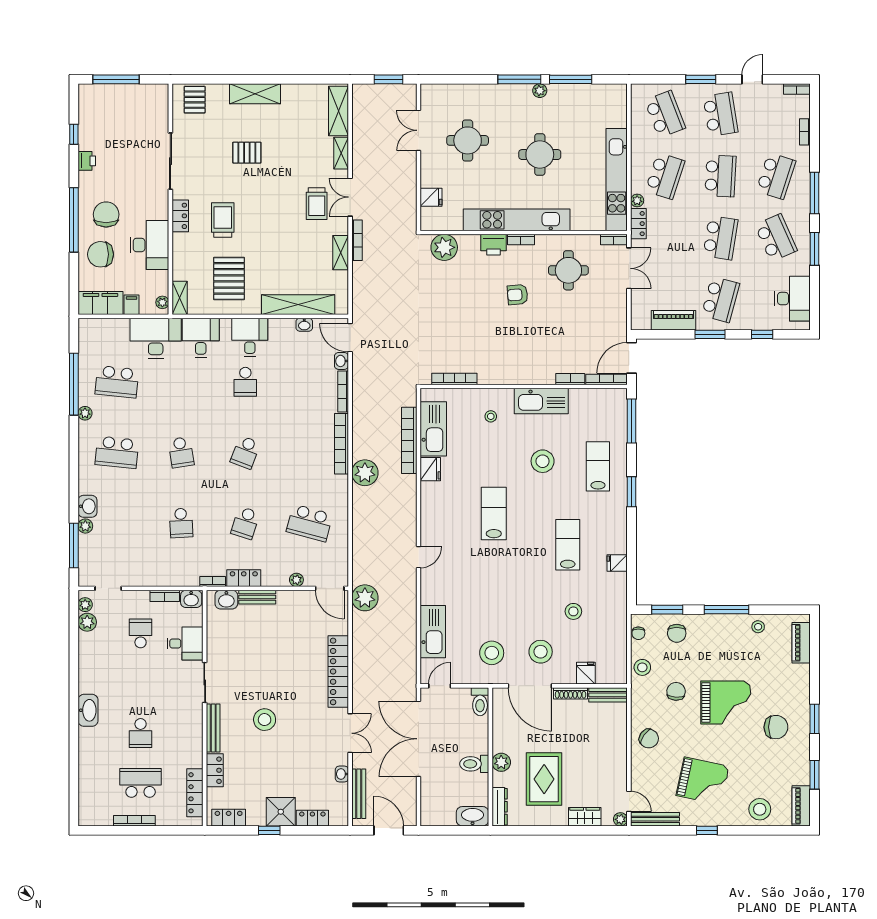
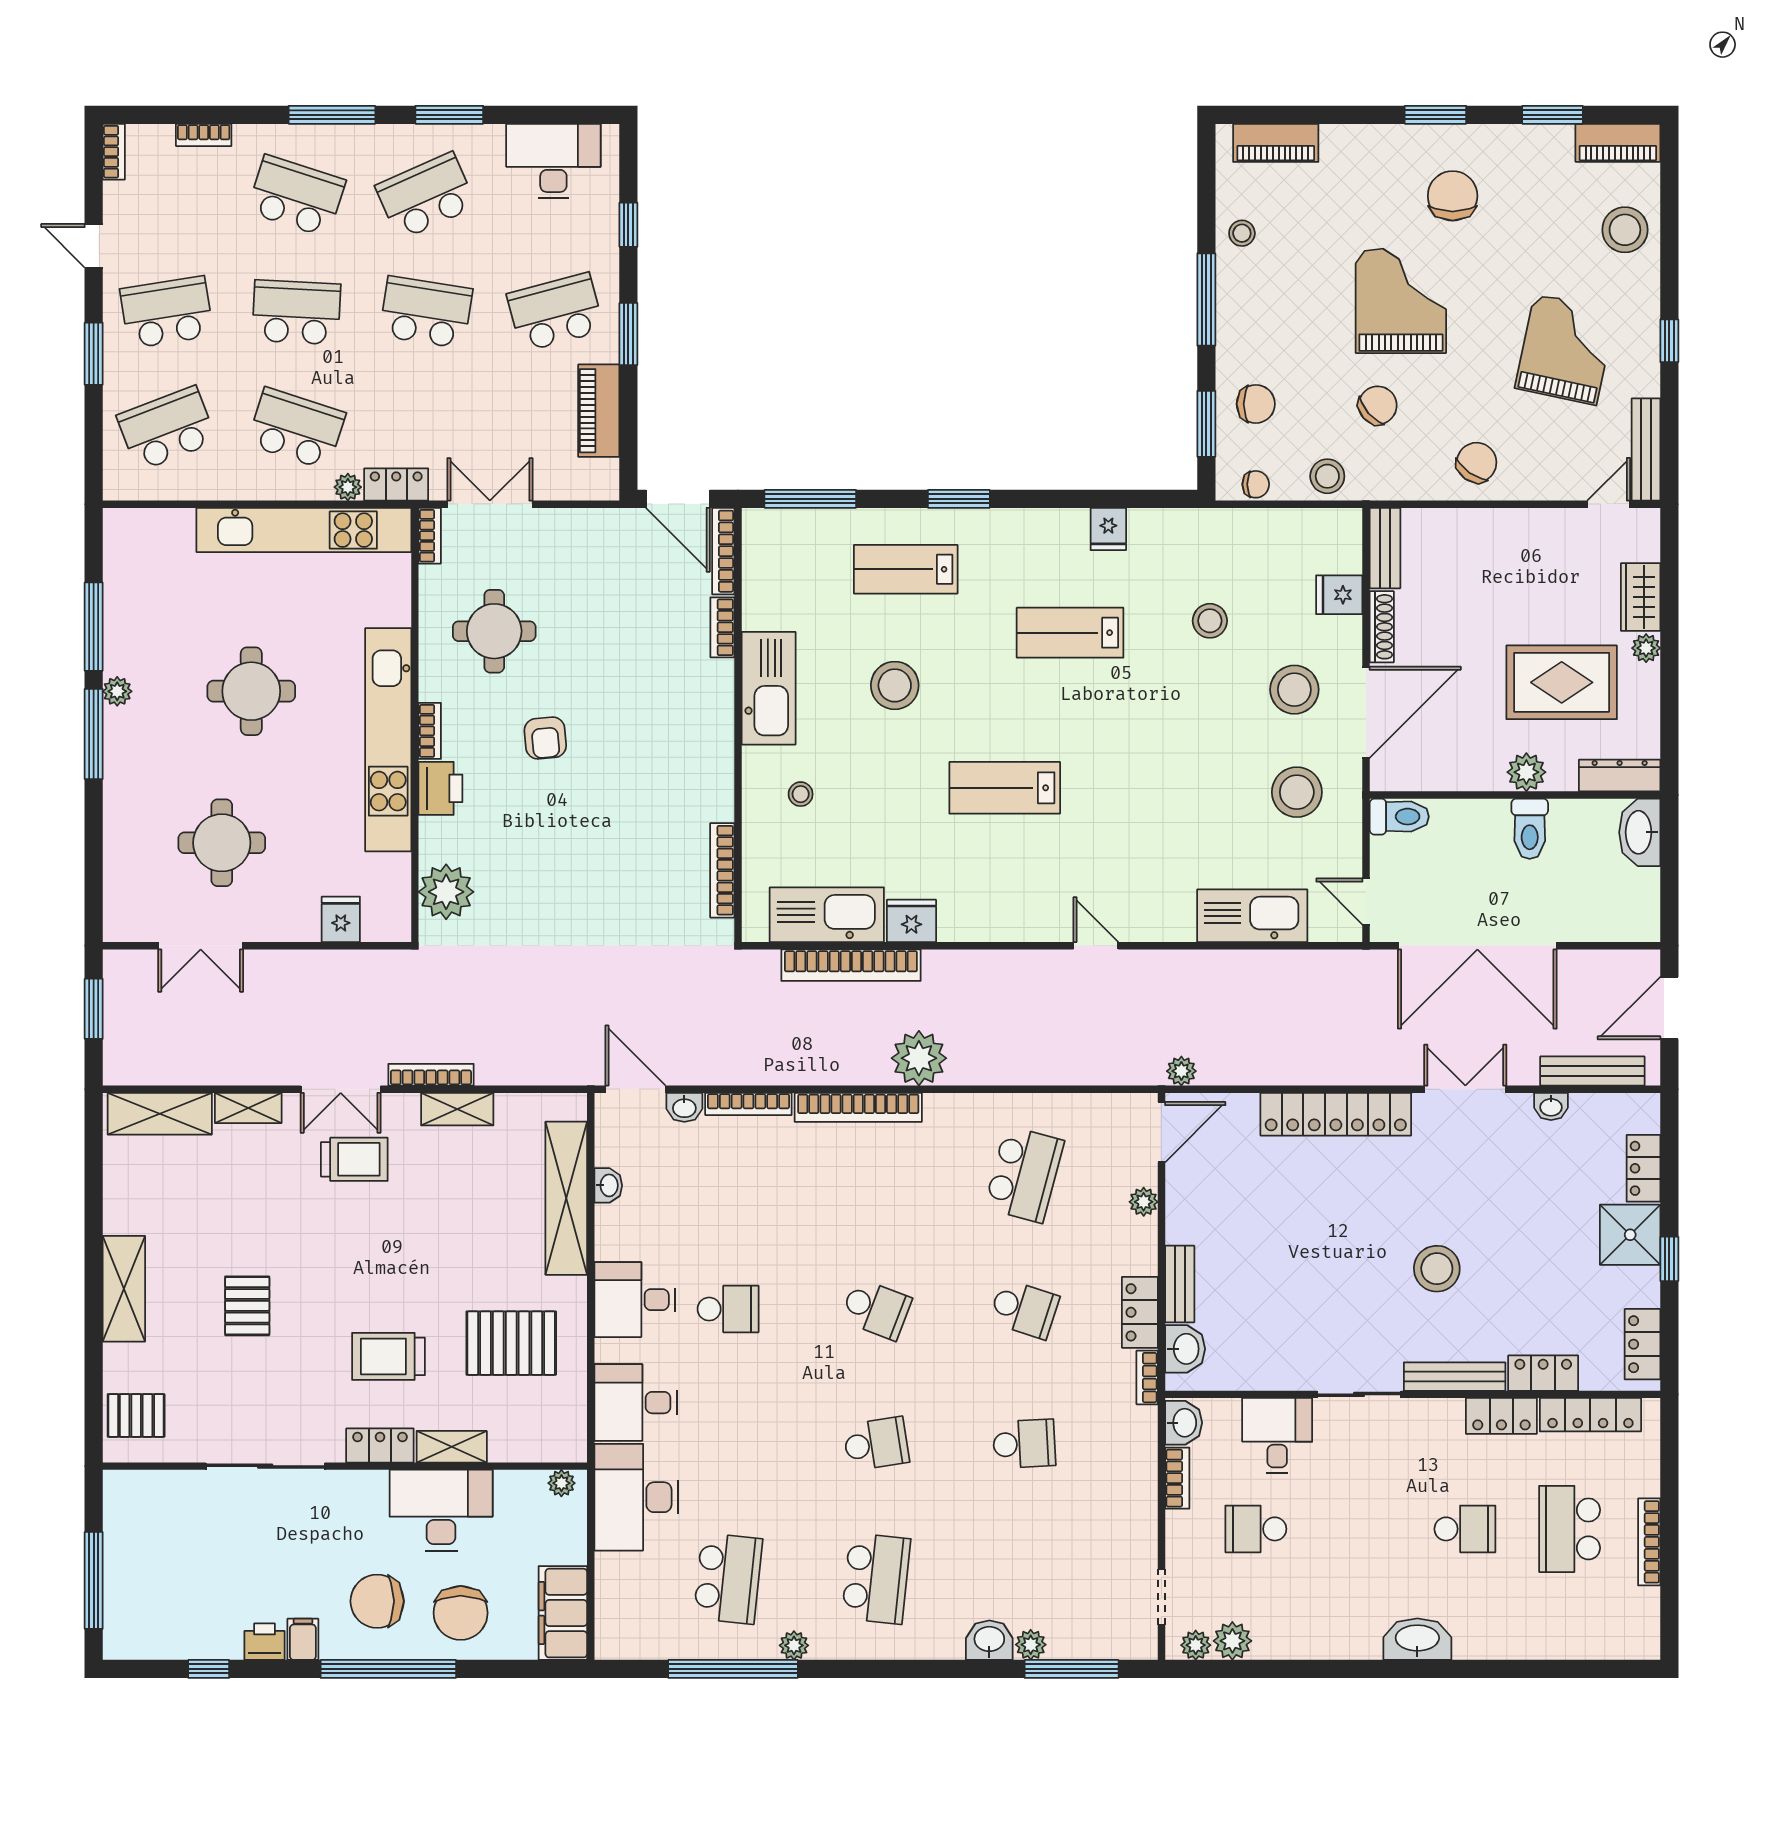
shelving: (180, 298) -> (452, 1447), moved
school desk: (720, 299) -> (555, 312), turned -30
filing cabinet: (132, 305) -> (303, 1639), moved, turned 90
door: (350, 338) -> (635, 1089), swing flipped
plant: (365, 598) -> (1181, 1071), width x0.53, depth x0.53
chair: (676, 691) -> (1378, 405), turned 135
locker: (194, 750) -> (1501, 1416), added
plant: (620, 819) -> (1646, 648), moved

